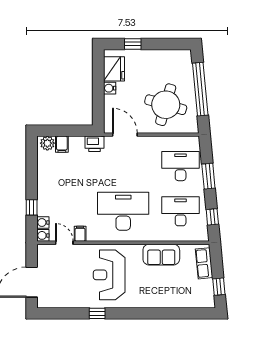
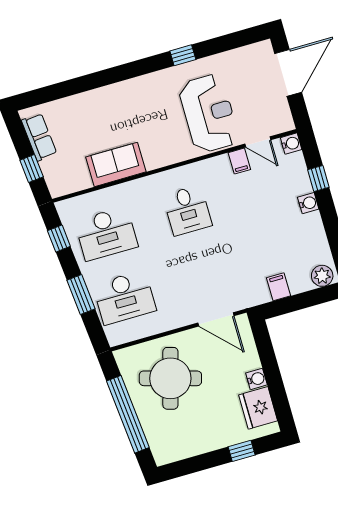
filing cabinet: (62, 144) -> (279, 287), moved
printer: (95, 144) -> (255, 294), removed
desk: (123, 211) -> (187, 210), width x0.53, depth x0.77
water cooler: (43, 223) -> (308, 203), moved
row of seats: (204, 263) -> (39, 137), moved
reception desk: (109, 275) -> (209, 113), moved
window: (219, 287) -> (32, 168), moved

